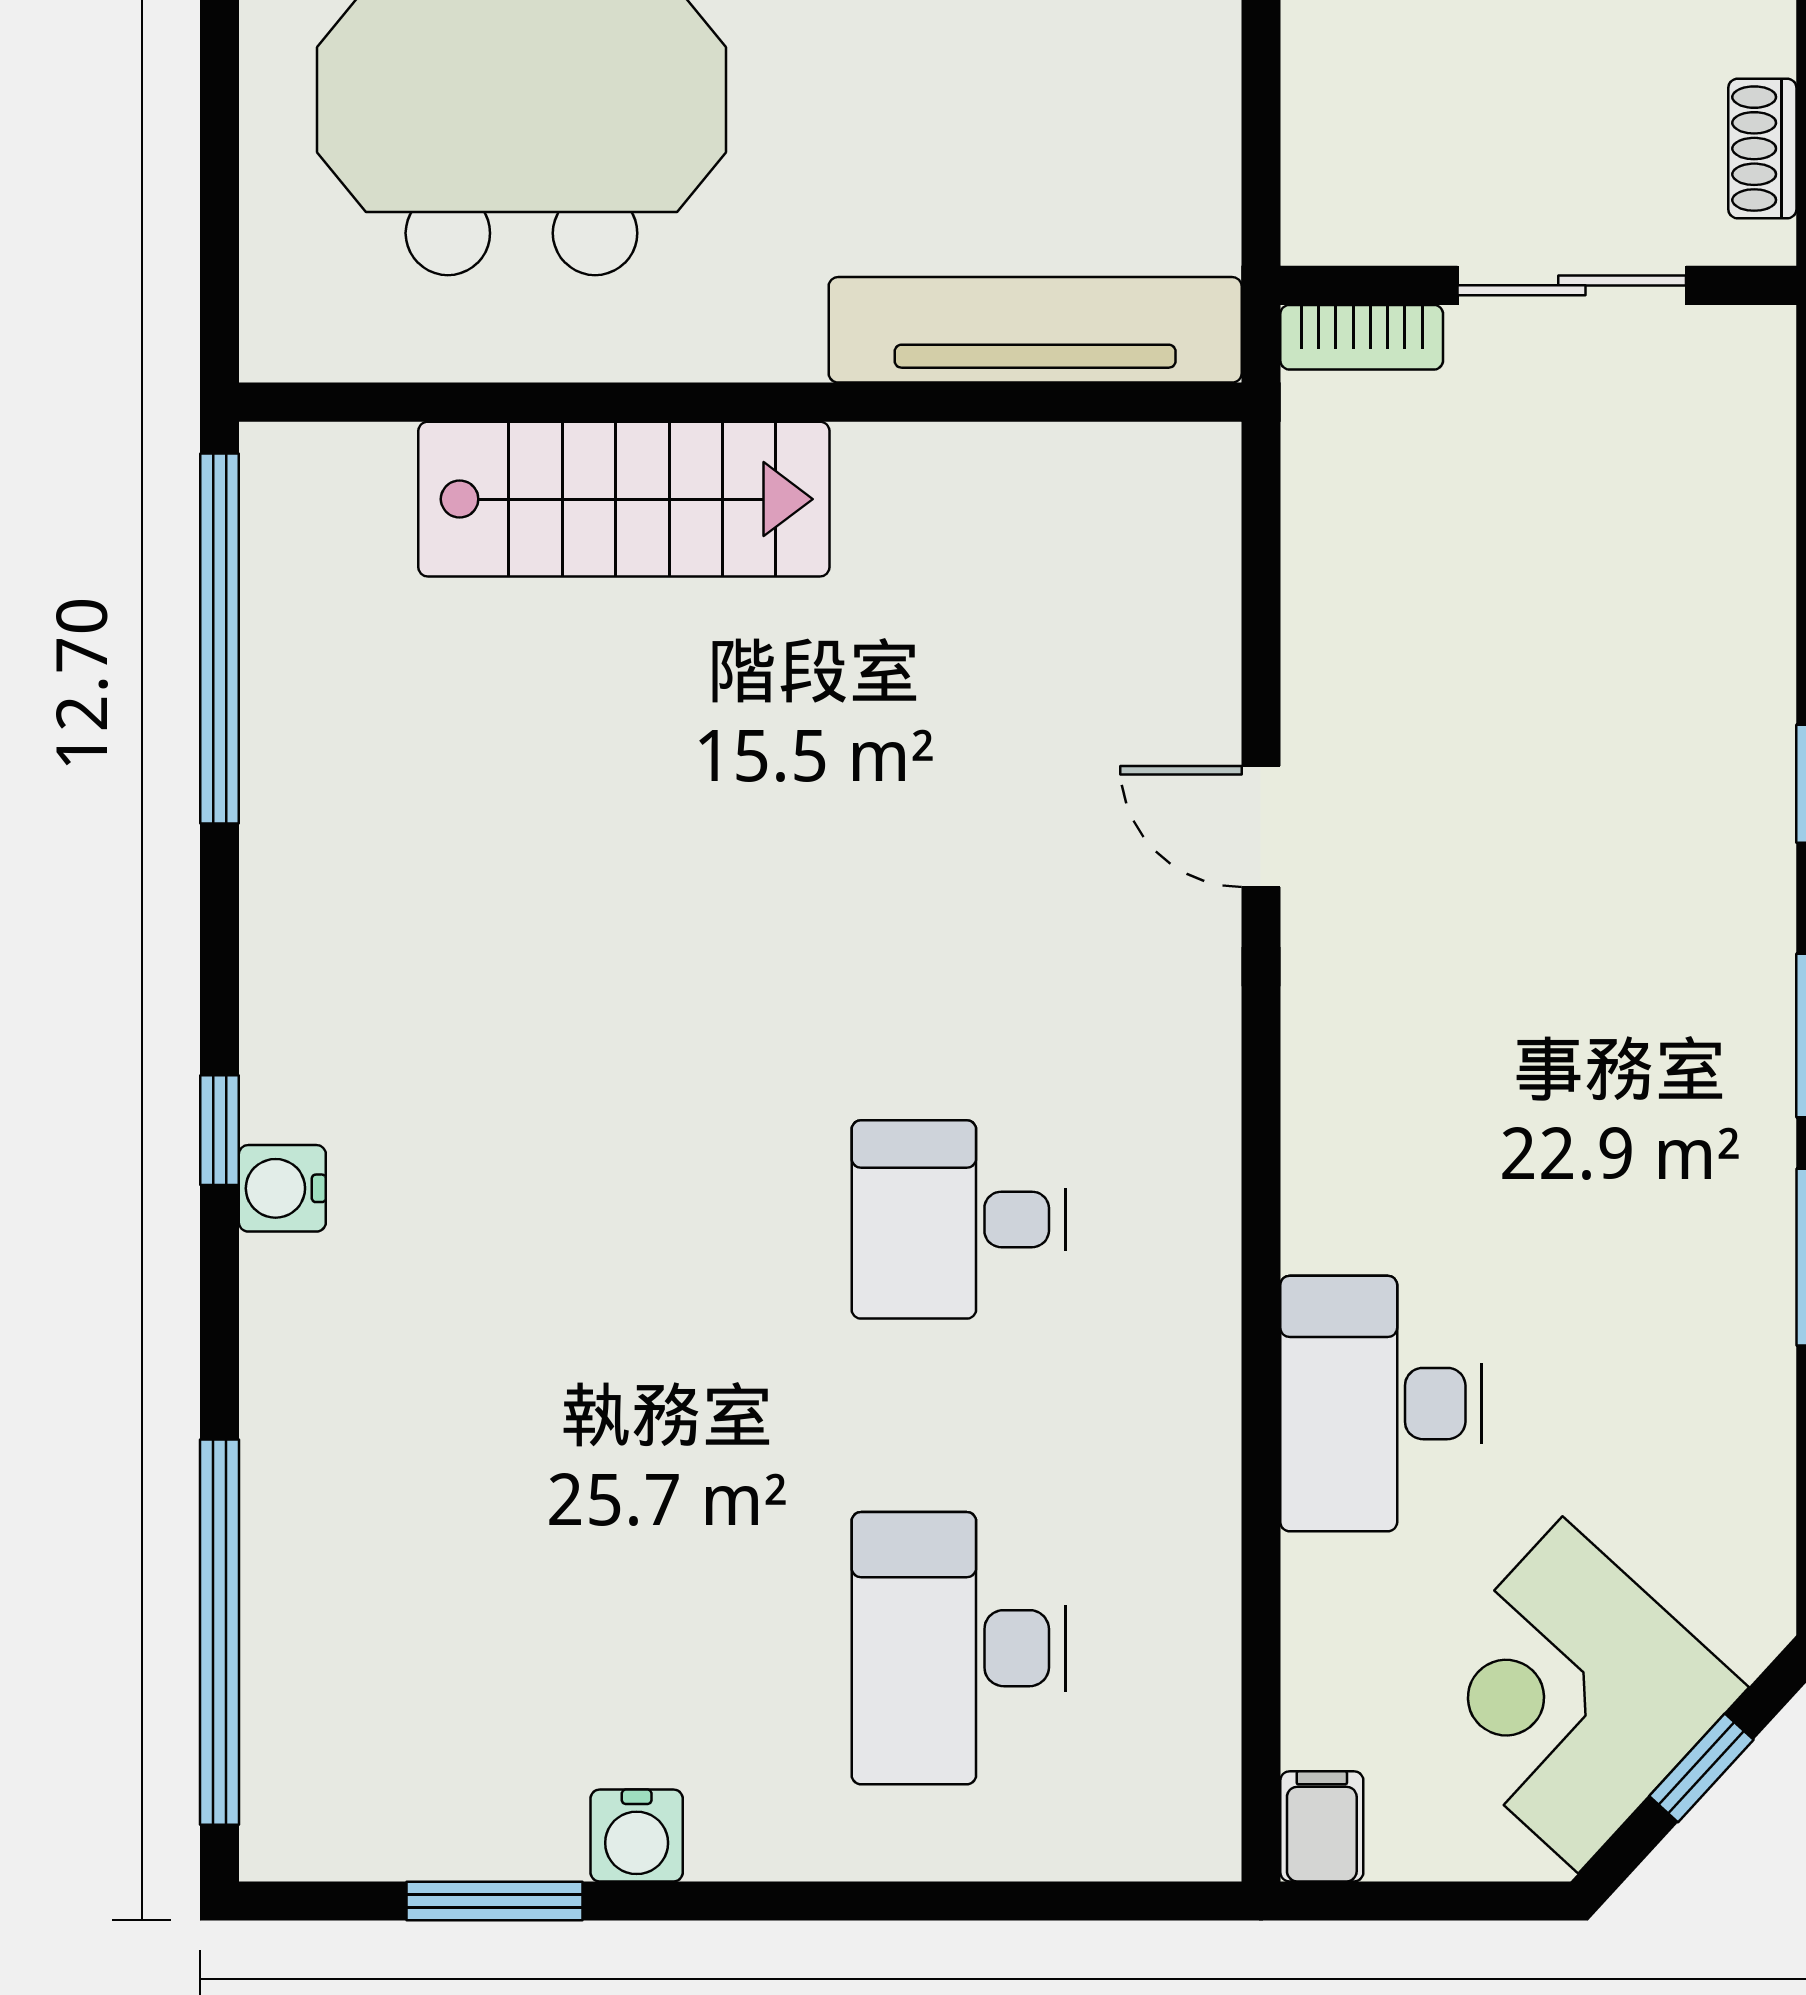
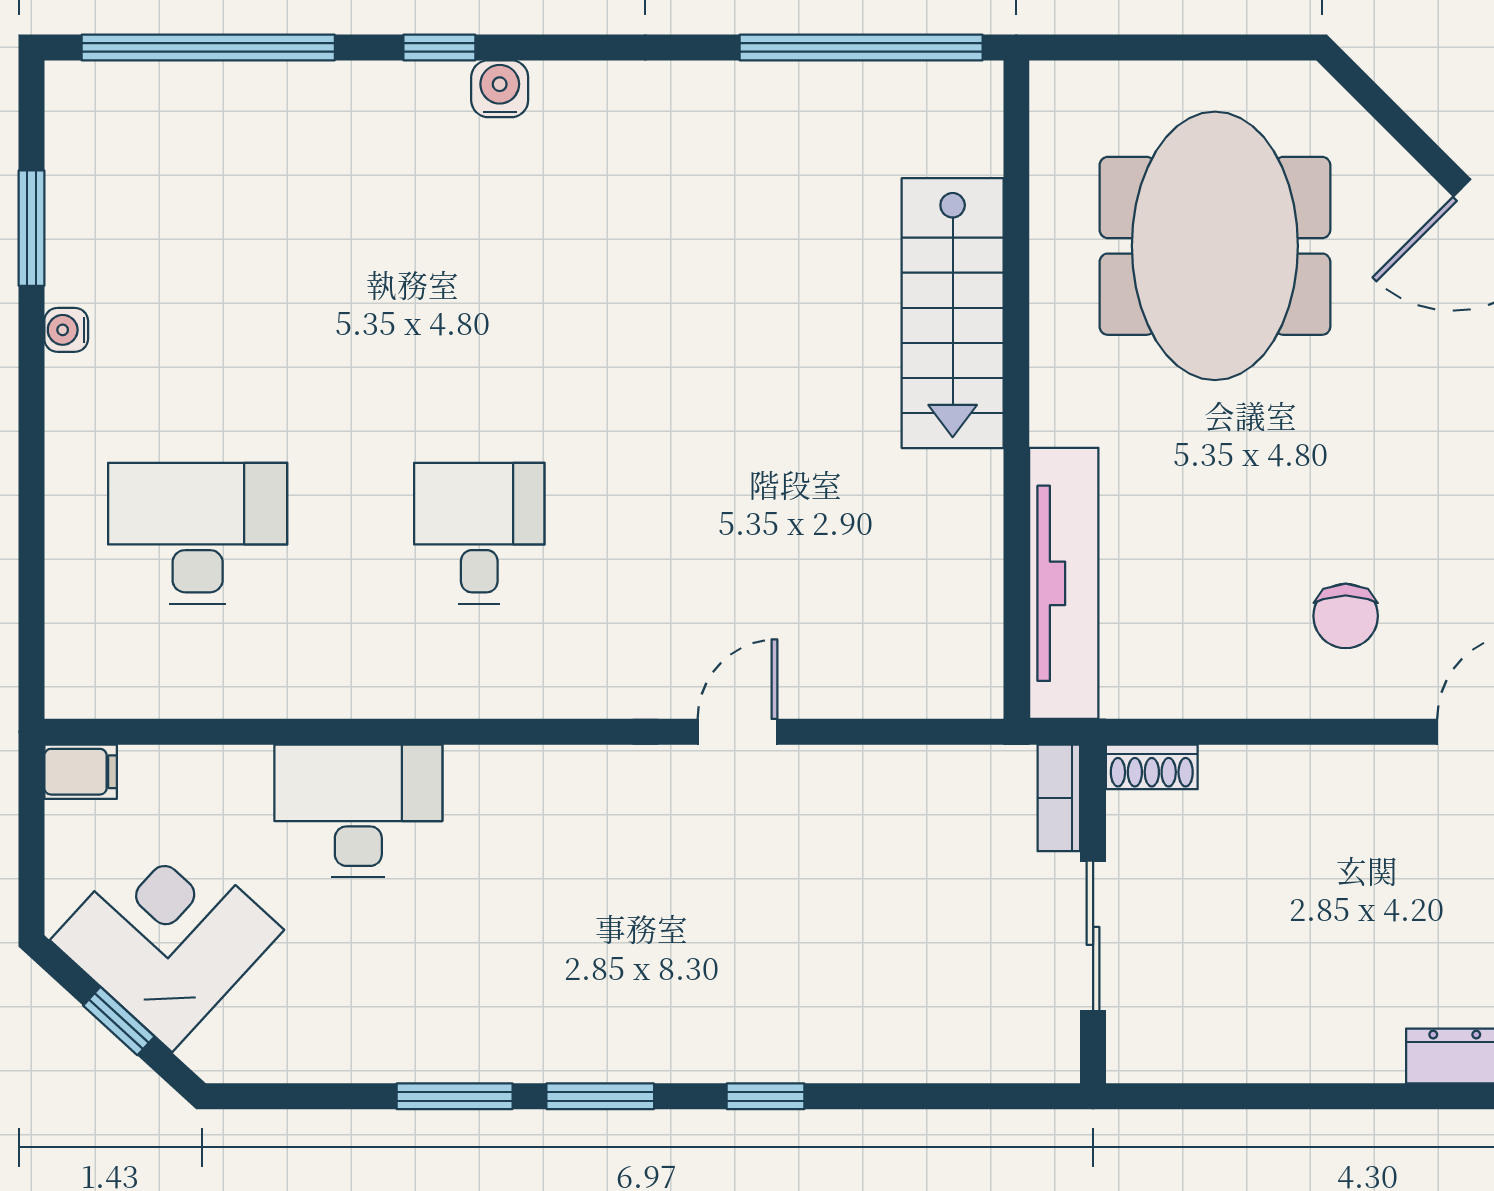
shoe rack: (1762, 149) -> (1152, 767), moved, turned 180
window: (220, 1130) -> (439, 47), moved
water cooler: (637, 1835) -> (66, 330), width x0.72, depth x0.72

